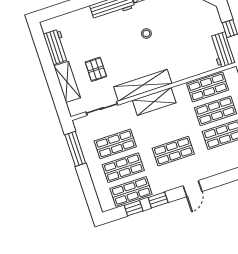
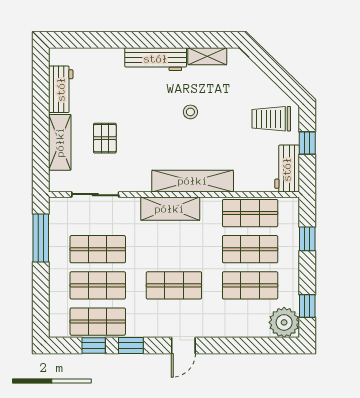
trolley: (201, 20) -> (271, 119), added
shelving: (143, 85) -> (193, 181), moved

